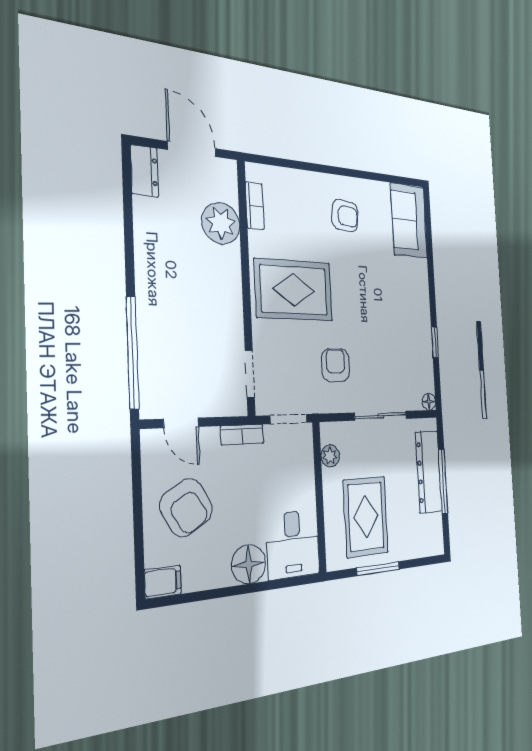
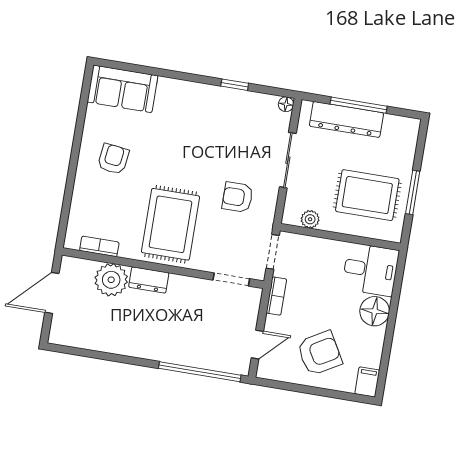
dresser: (144, 171) -> (149, 280), moved, turned 180

